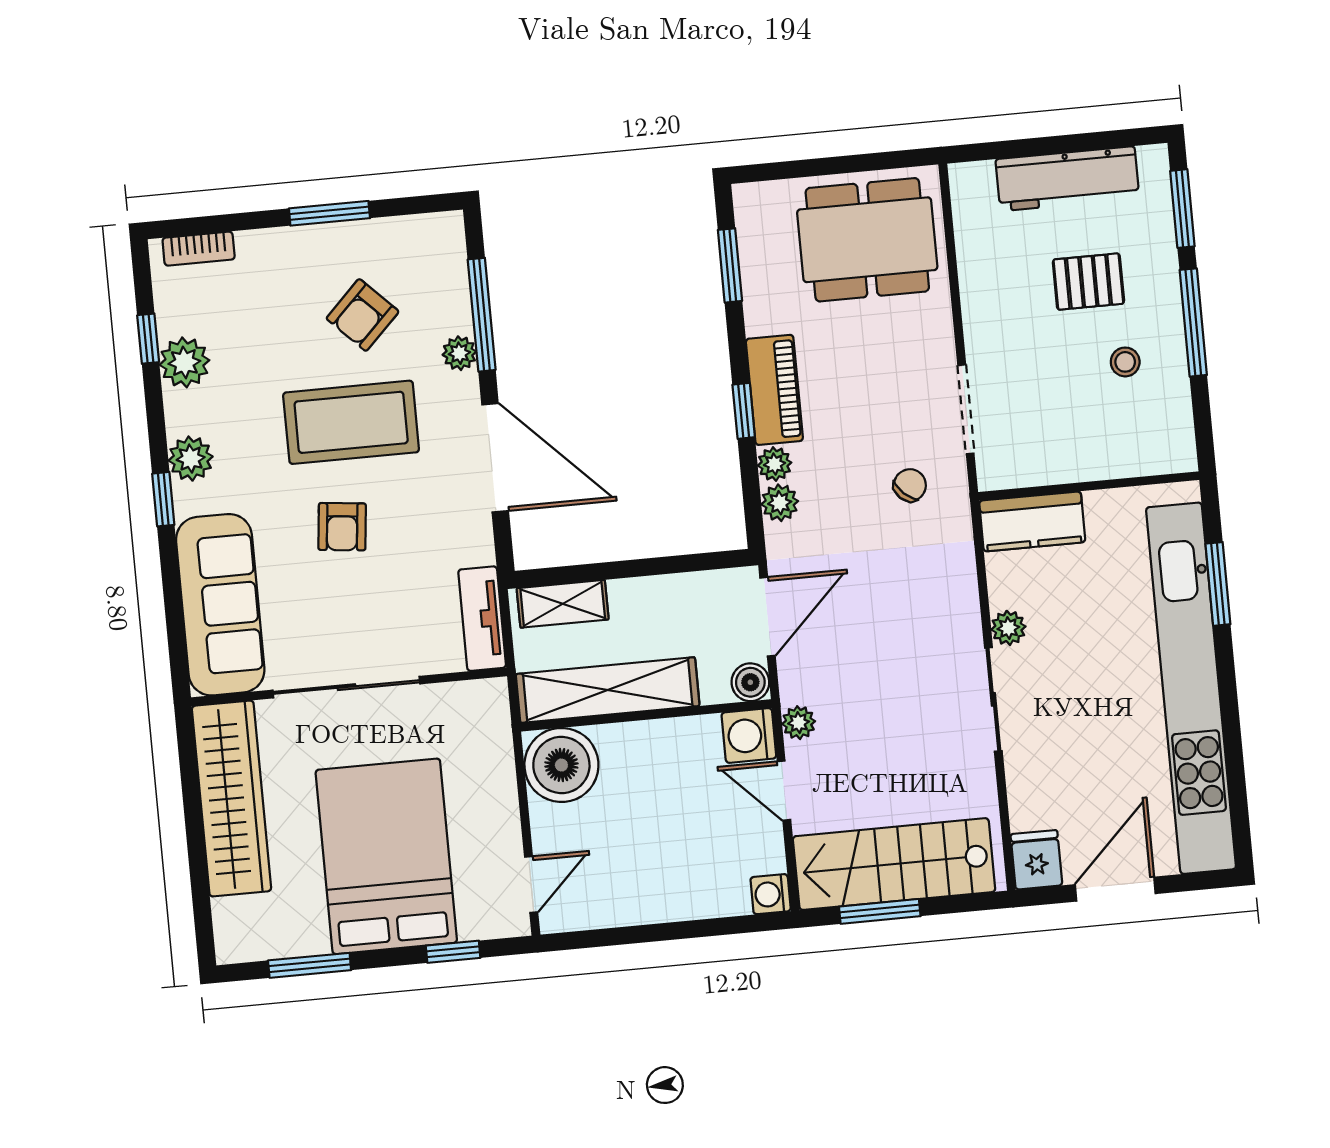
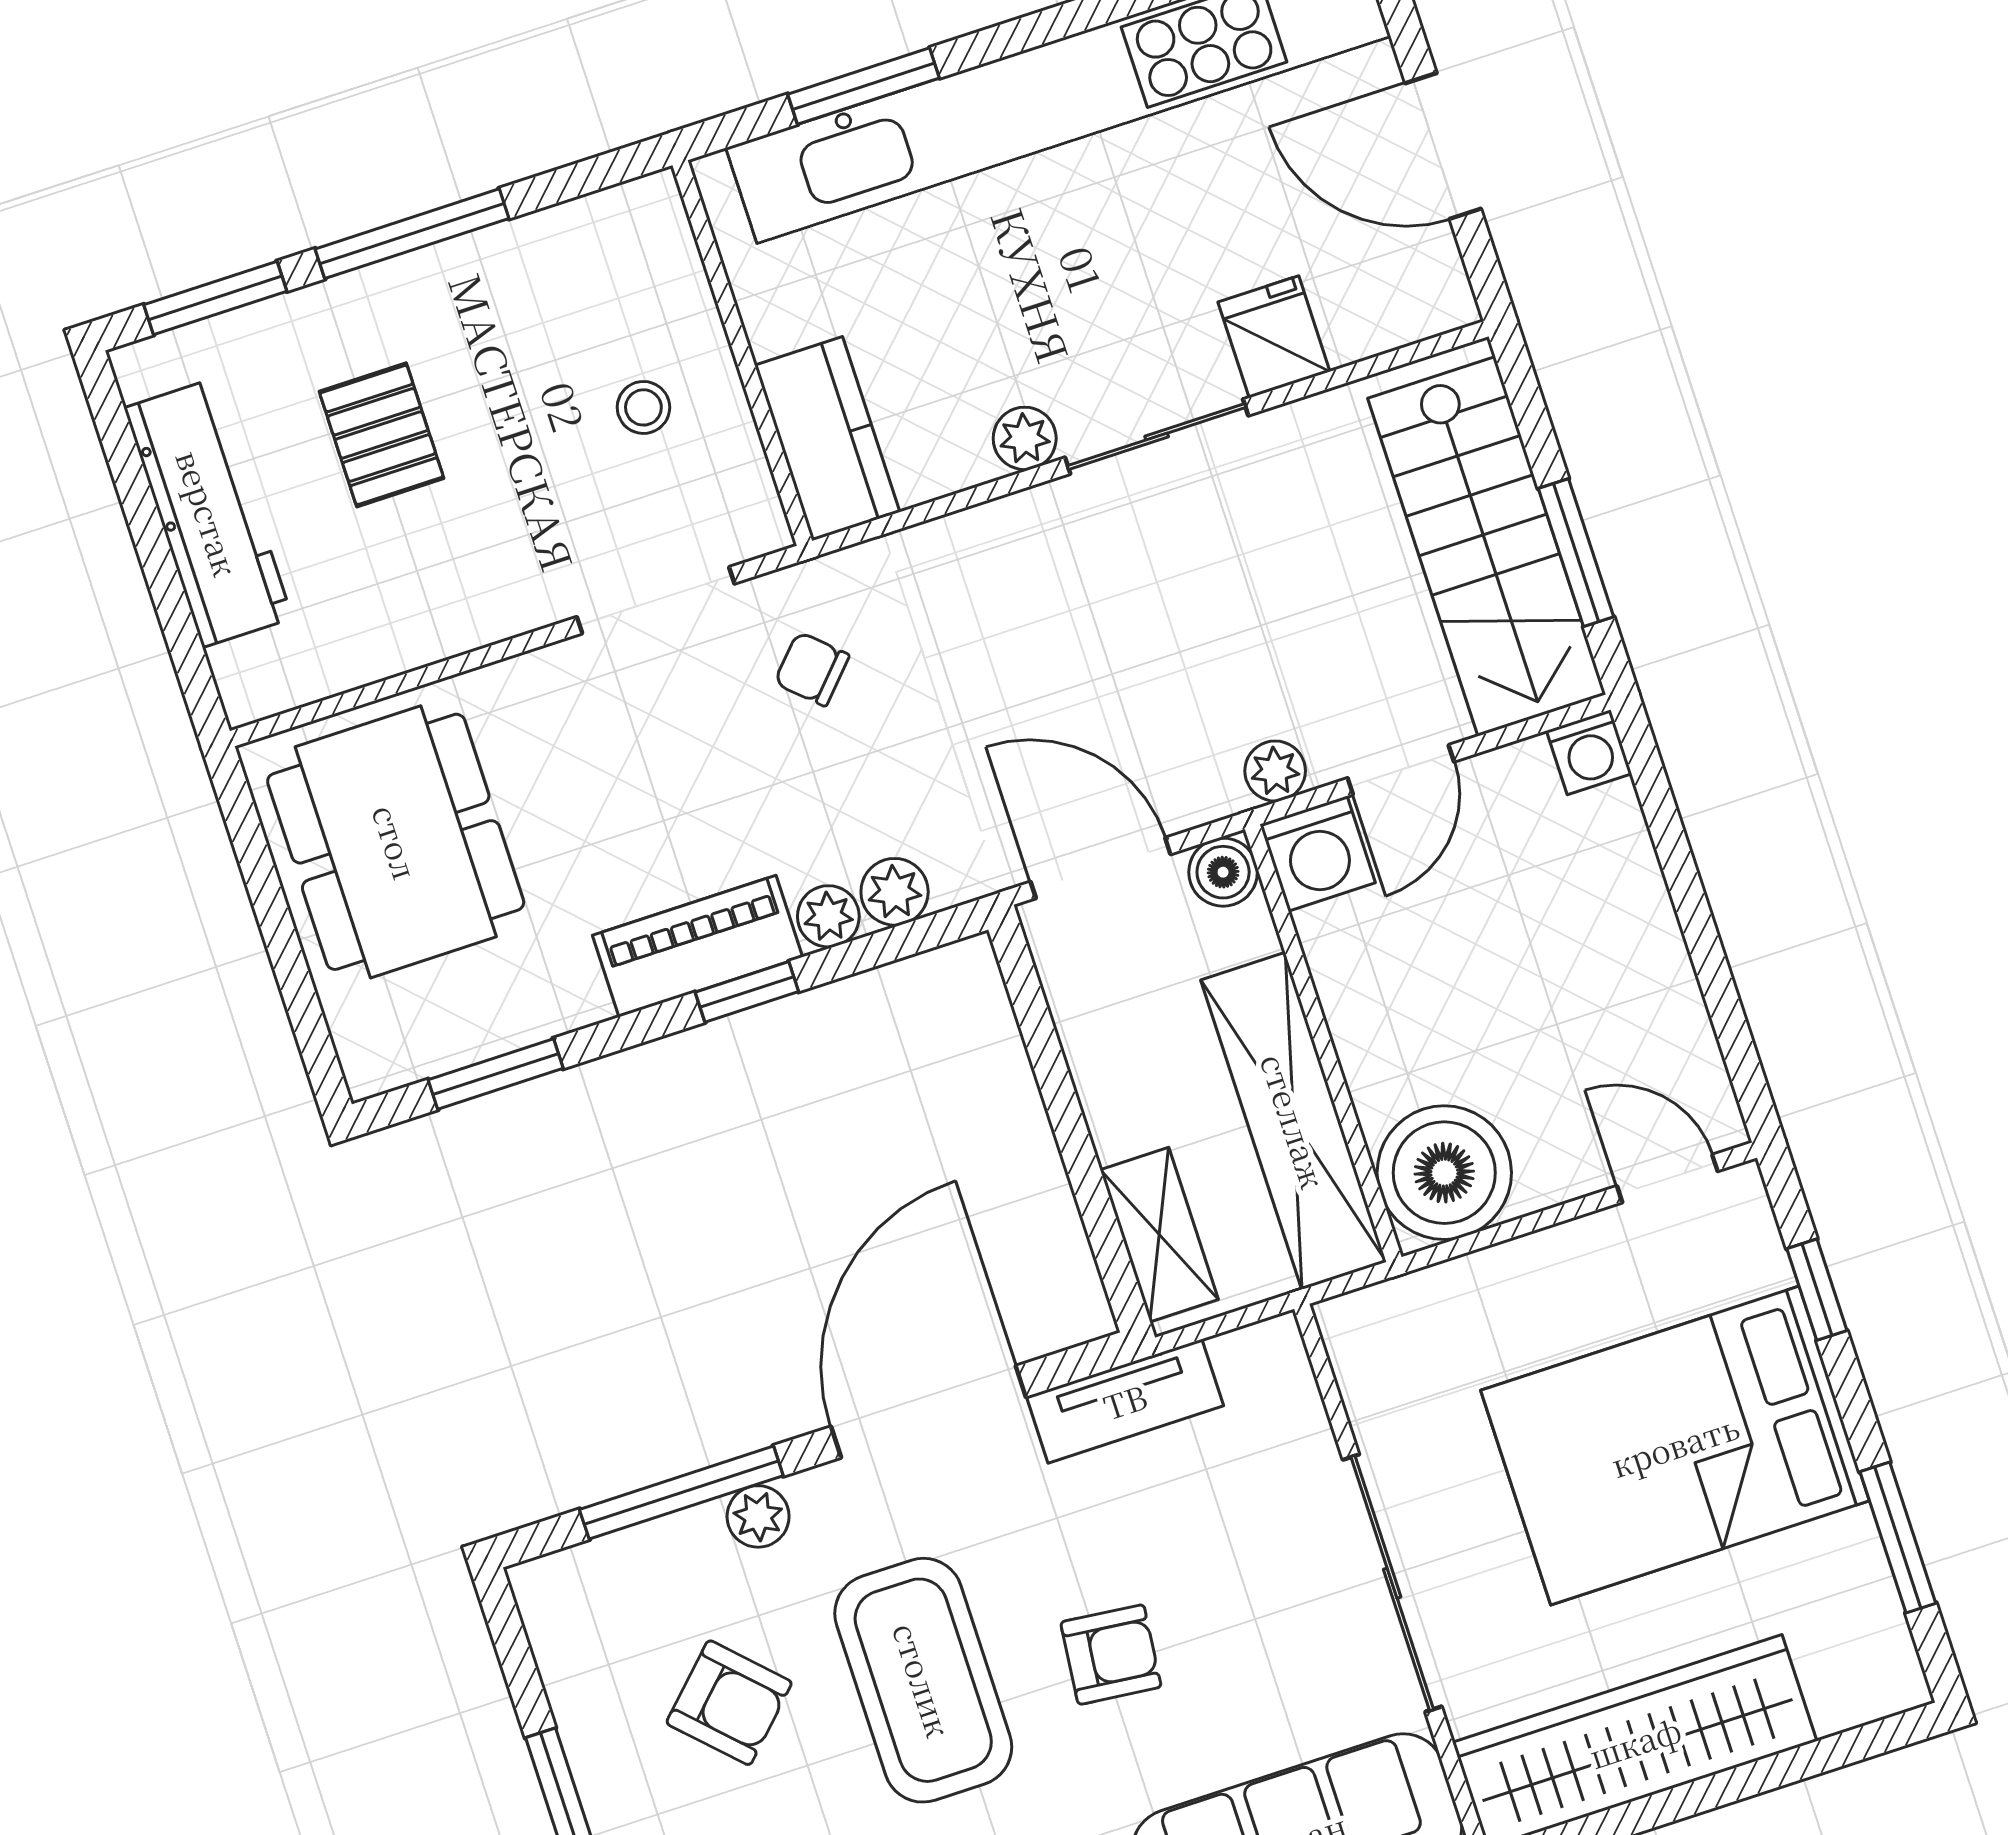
stool: (1125, 362) -> (643, 407), moved
tv unit: (482, 619) -> (1125, 1401), moved
fridge: (1036, 860) -> (1274, 337), moved, turned 90

